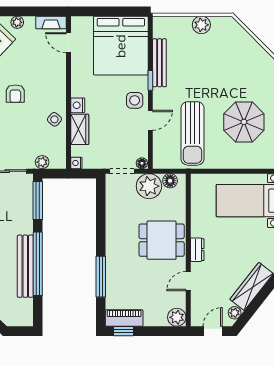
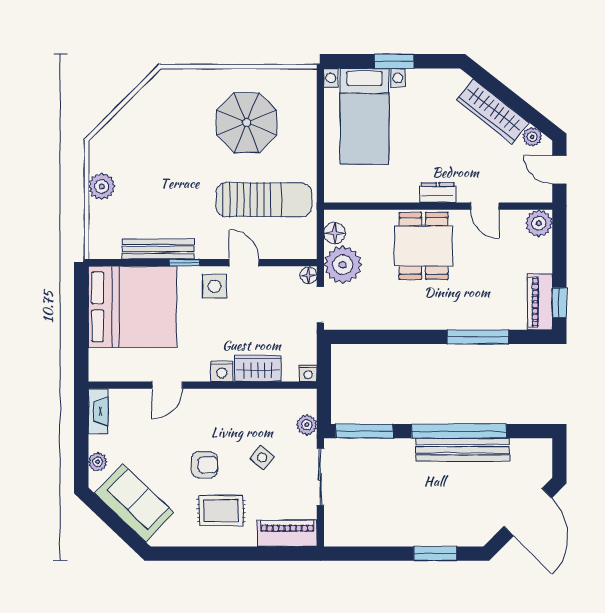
door: (68, 43) -> (167, 385), moved
side table: (54, 119) -> (262, 457), moved

